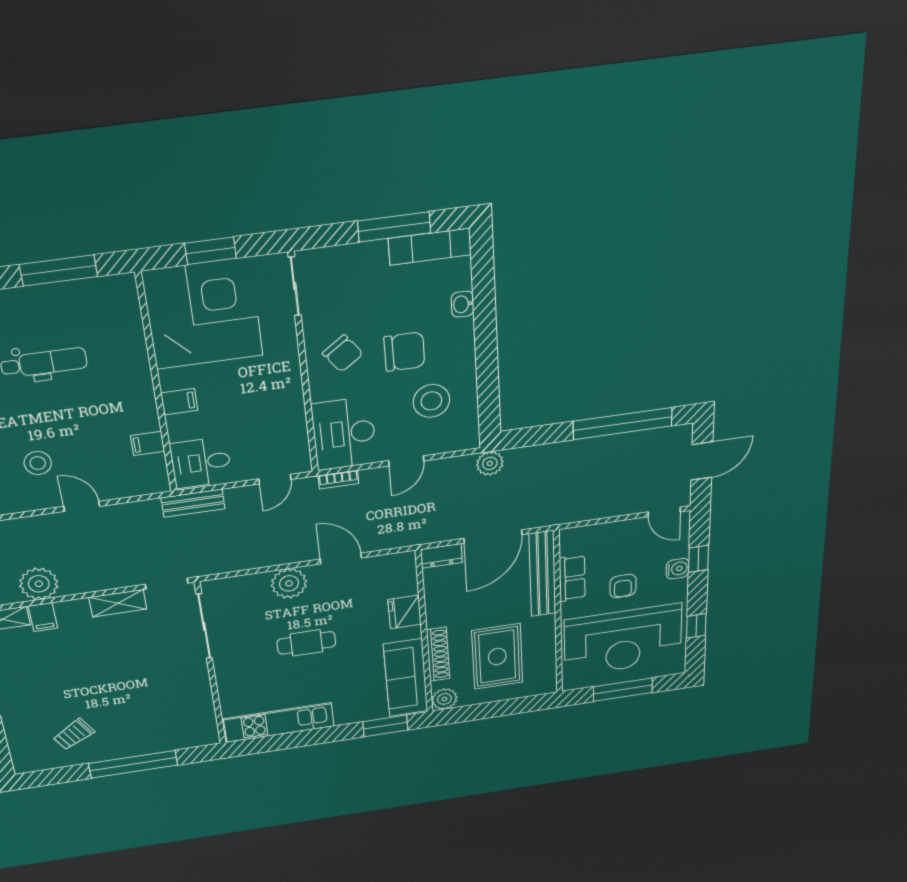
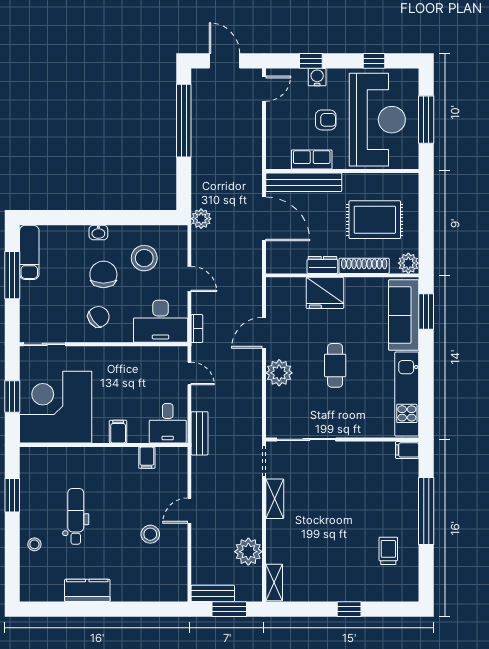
window: (59, 271) -> (12, 495), width x0.69
washbasin: (462, 304) -> (98, 233), moved
dresser: (441, 556) -> (322, 265), moved, turned -90
fridge: (405, 612) -> (325, 293), width x1.36, depth x1.34
filing cabinet: (43, 617) -> (407, 450), moved, turned 180
sofa: (406, 678) -> (404, 315), moved, turned 90
trolley: (74, 734) -> (388, 551), turned -149

